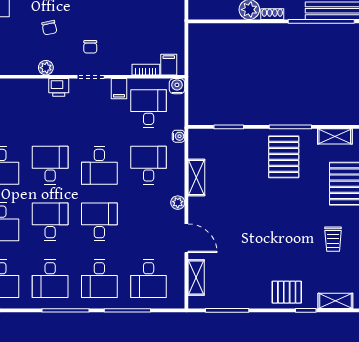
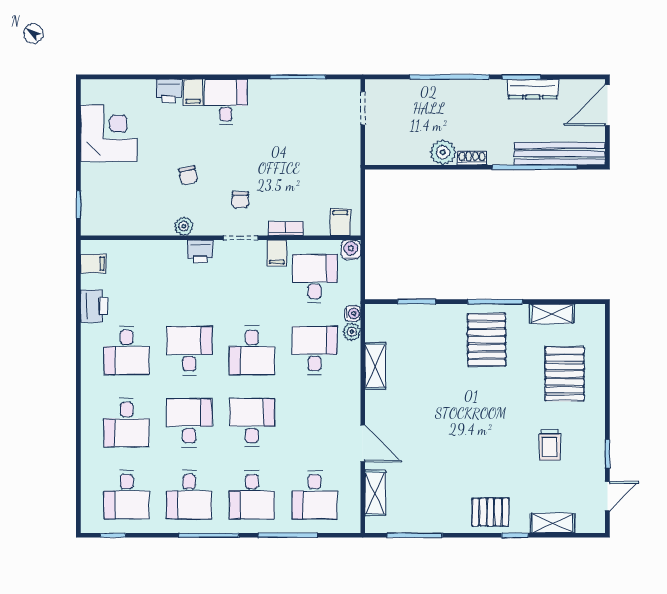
bookcase: (146, 70) -> (286, 229), moved
plant: (178, 203) -> (352, 332), moved

